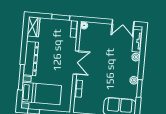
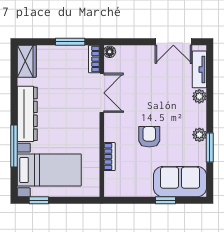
double door: (76, 63) -> (102, 93), moved
armchair: (103, 79) -> (149, 137), added

